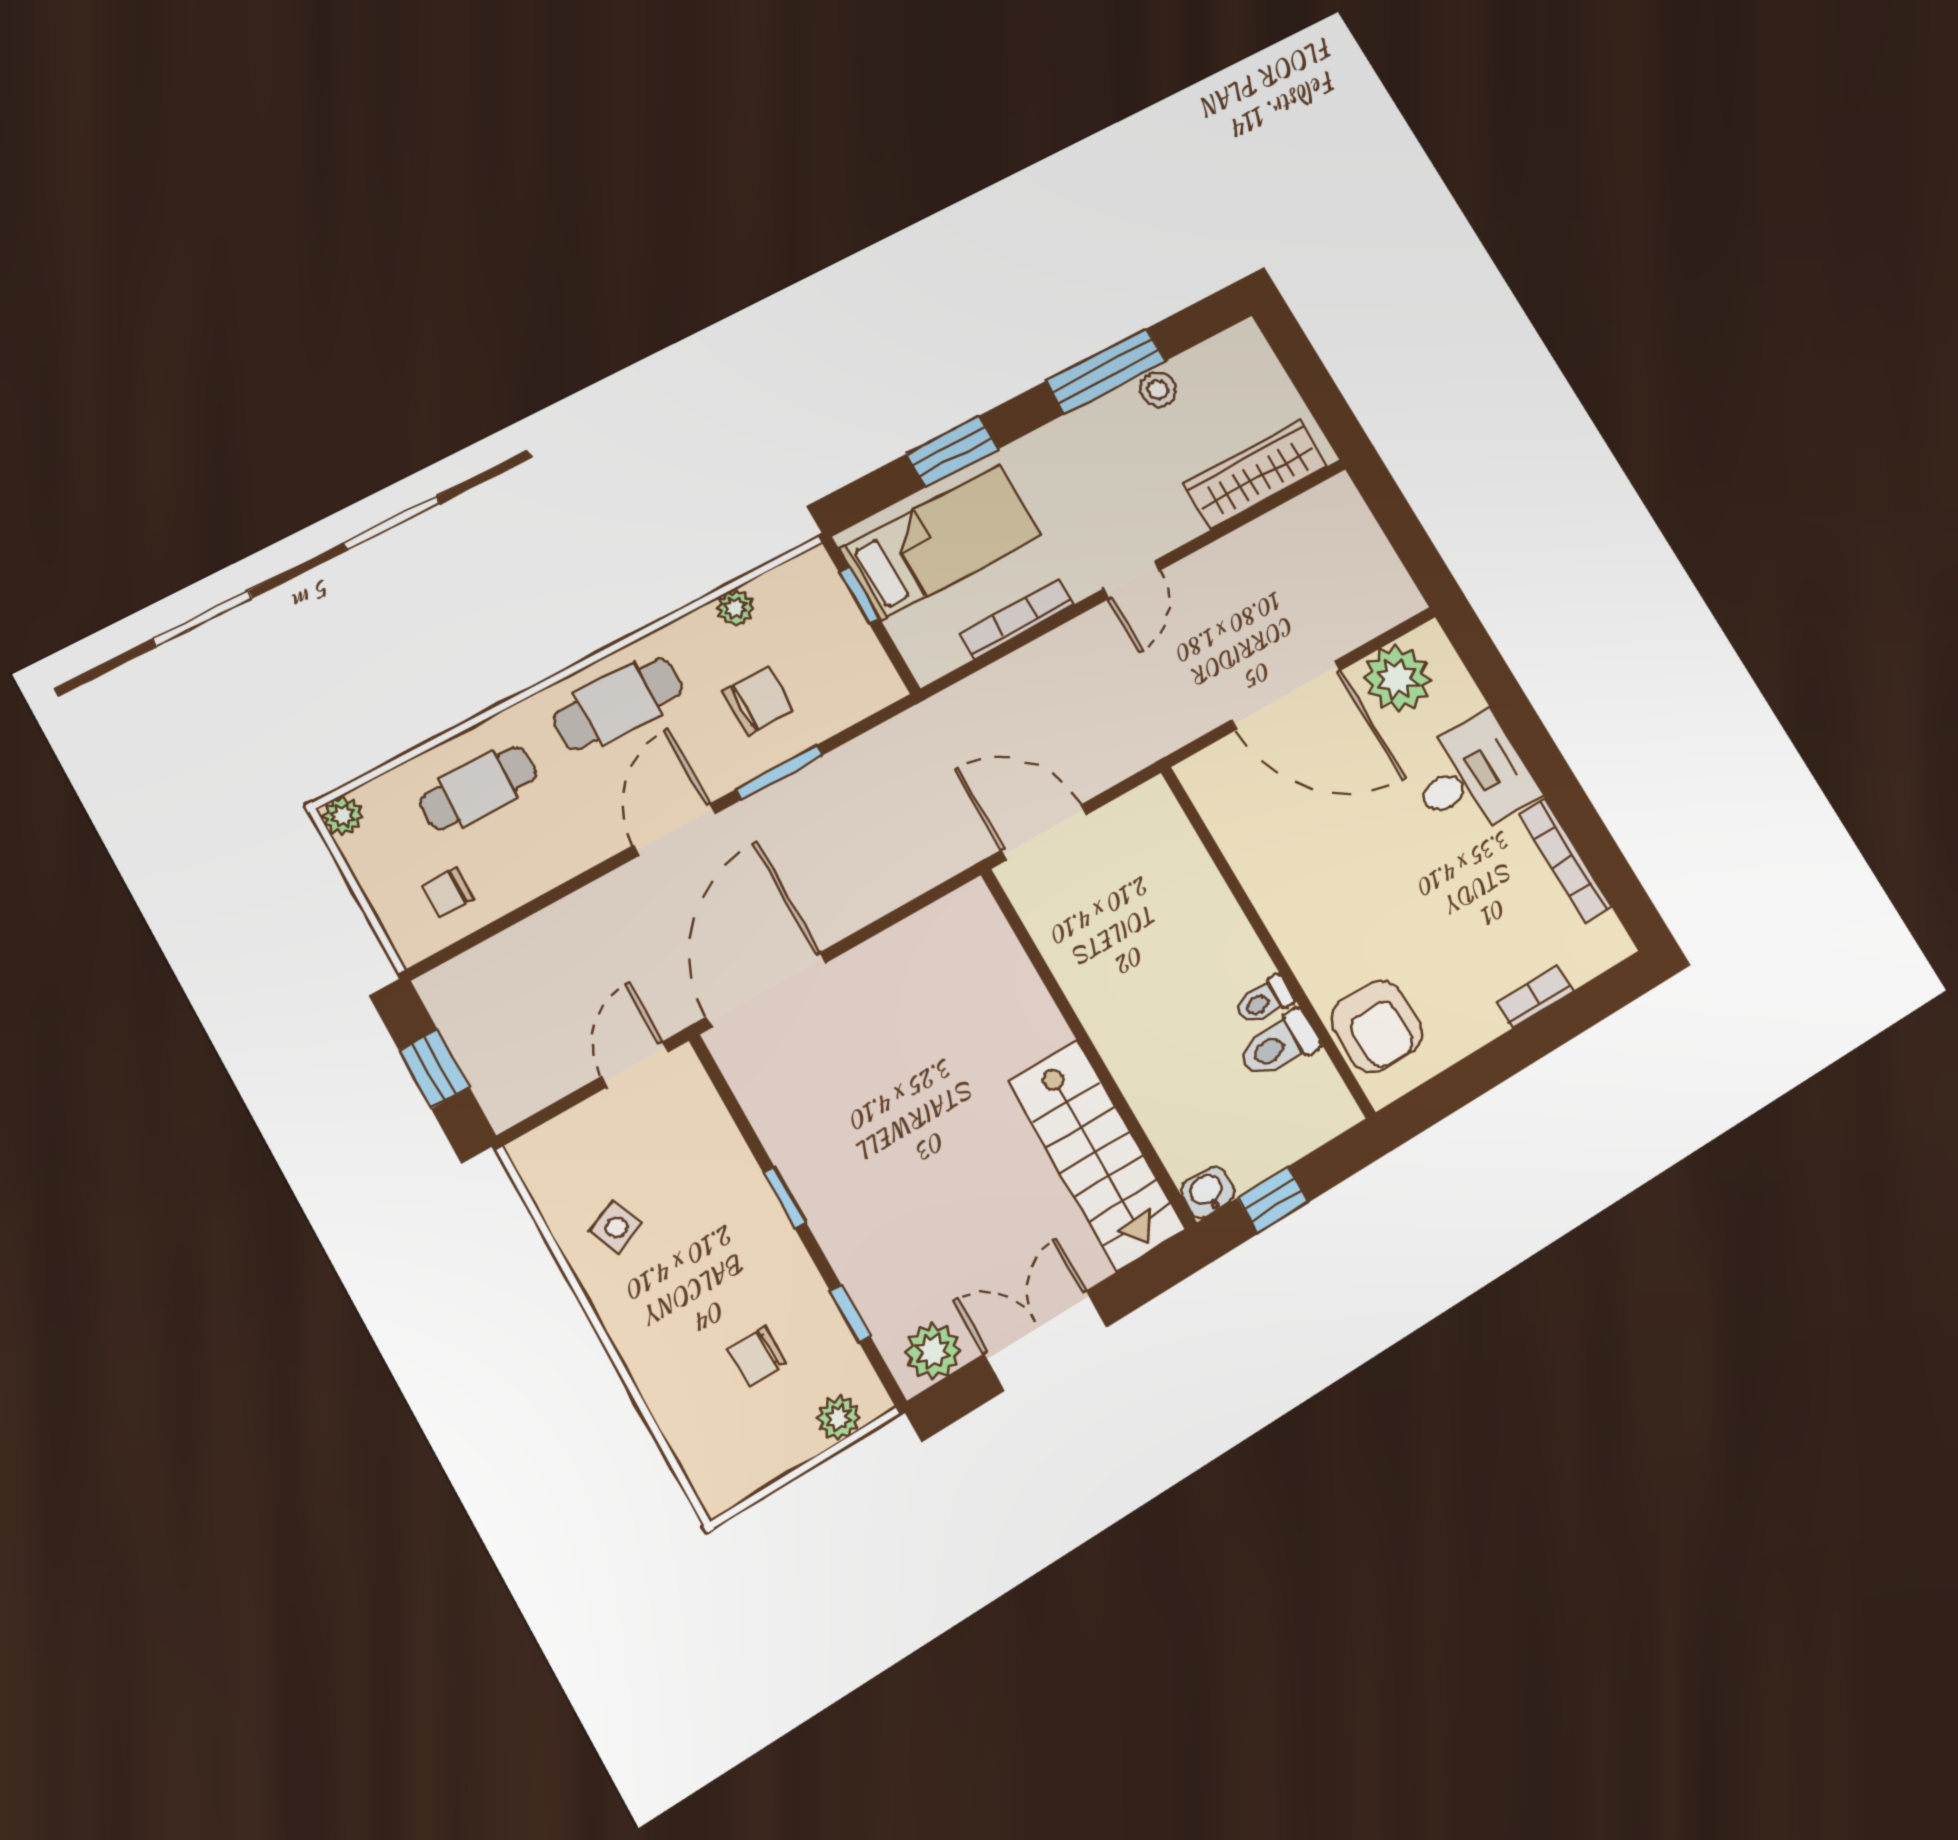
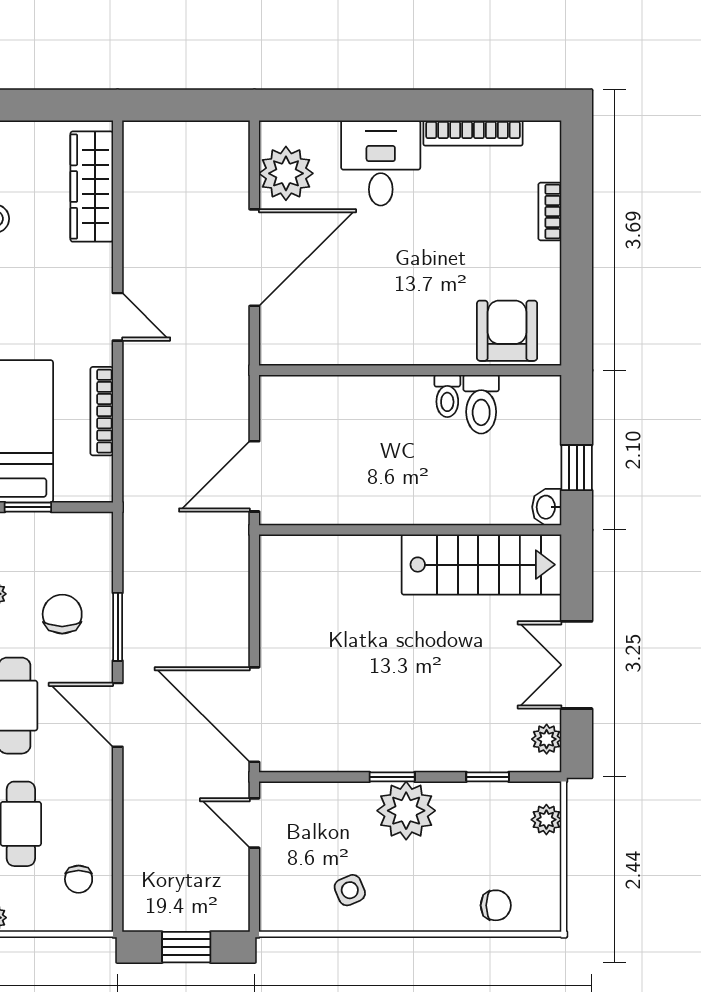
armchair: (1377, 1026) -> (507, 331), turned -90
plant: (753, 1239) -> (406, 811), added
plant: (933, 1351) -> (547, 739), width x0.73, depth x0.73
chair: (757, 1356) -> (496, 905), moved, turned -90

